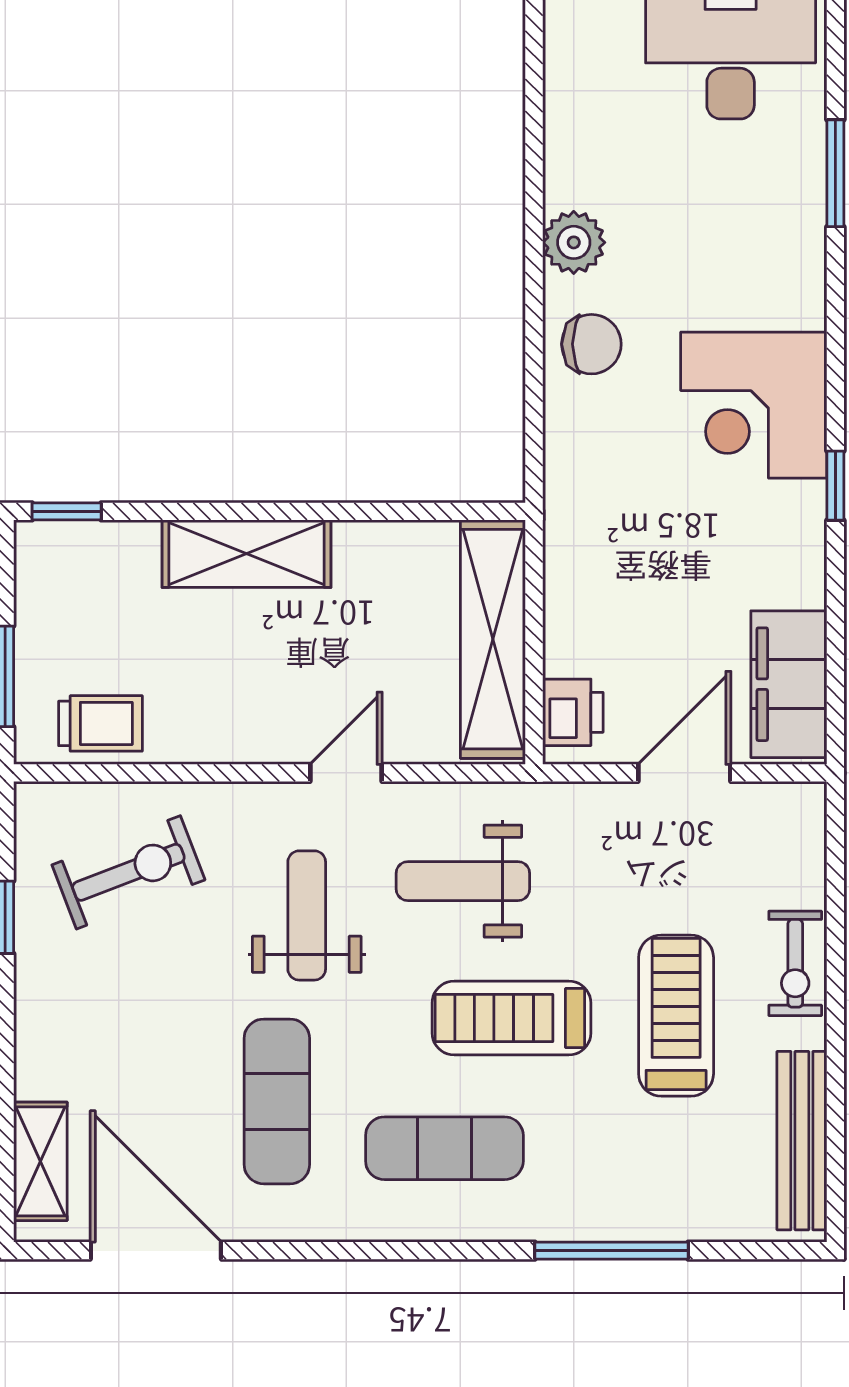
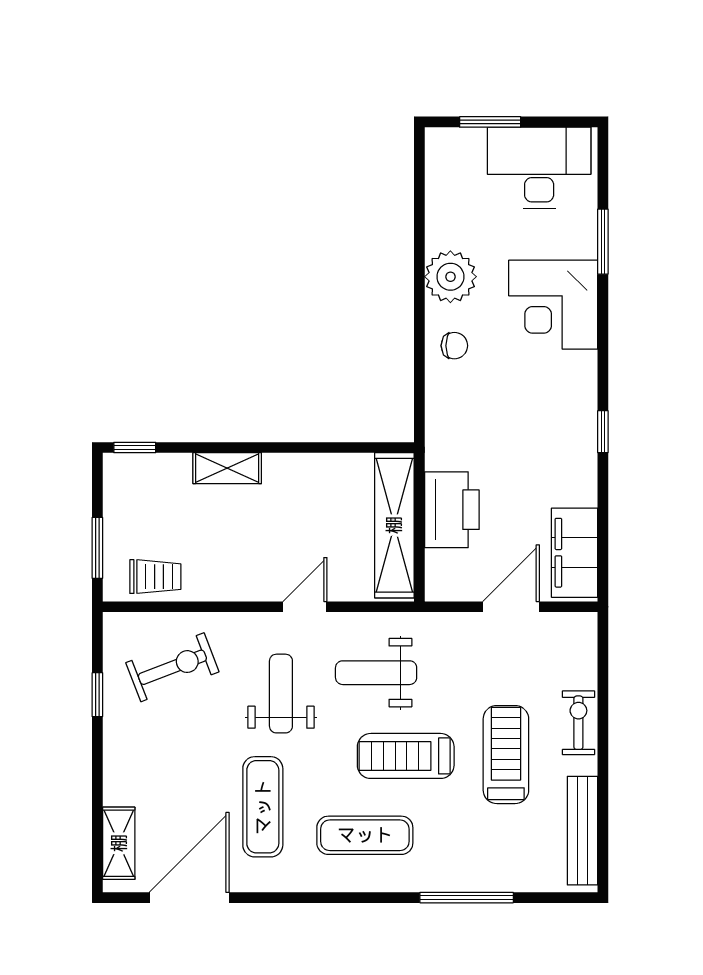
plant: (574, 242) -> (450, 277), width x1.36, depth x1.36
chair: (591, 344) -> (454, 346), width x0.73, depth x0.73
corner desk: (754, 405) -> (553, 305), moved
shelving: (247, 554) -> (227, 468), width x0.67, depth x0.75
printer: (573, 712) -> (452, 510), moved, width x1.87, depth x1.48
exercise bike: (795, 963) -> (578, 723), turned 180
door: (156, 1251) -> (189, 898), hinge flipped

